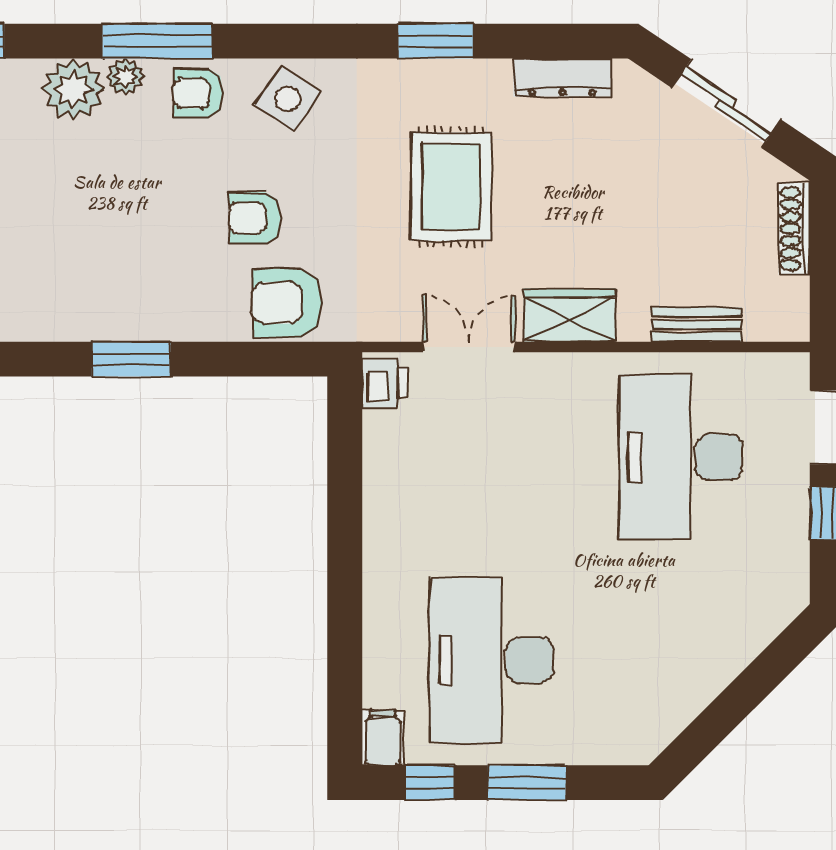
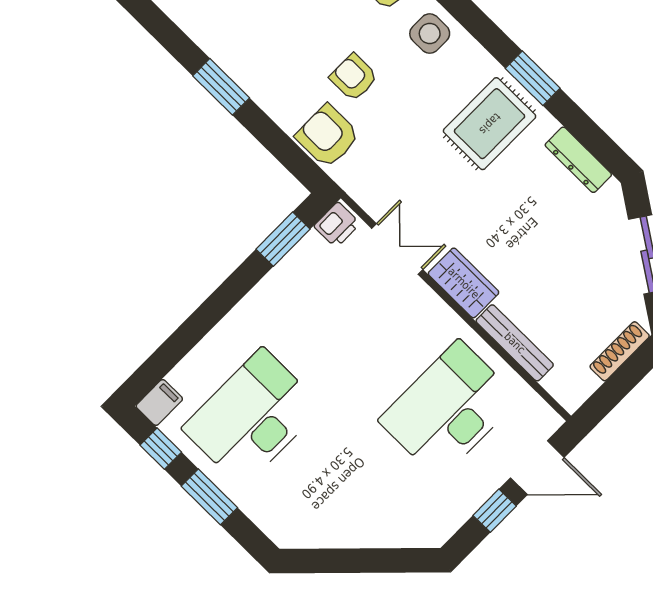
side table: (288, 98) -> (430, 34), turned -35
rug: (451, 187) -> (490, 124), moved
bench: (697, 325) -> (515, 343), width x1.36
window: (345, 451) -> (283, 239), added

